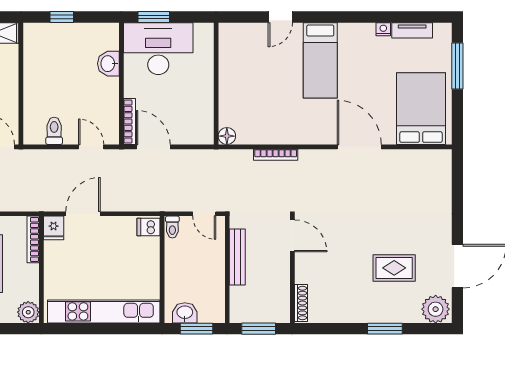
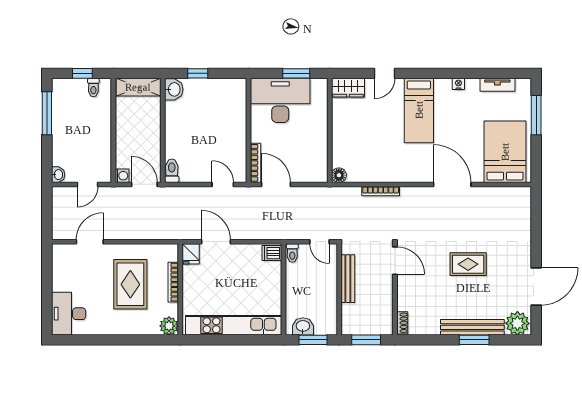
window: (154, 17) -> (296, 73), moved
nightstand: (383, 29) -> (458, 84), moved
wardrobe: (238, 34) -> (348, 88), added
washbasin: (108, 64) -> (174, 89), moved, turned 180
toilet: (54, 131) -> (172, 171), moved
door: (83, 214) -> (216, 242), hinge flipped
bookcase: (33, 239) -> (173, 282), moved
rug: (394, 268) -> (468, 264), moved
shoe rack: (301, 303) -> (402, 323), width x0.70
bench: (383, 314) -> (472, 327), added

